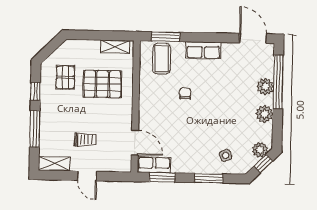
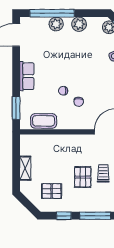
shelving: (115, 47) -> (25, 168), moved
coffee table: (162, 59) -> (44, 121), moved
pallet: (102, 84) -> (83, 177), moved, width x0.67, depth x0.71
chair: (172, 112) -> (79, 102), added

